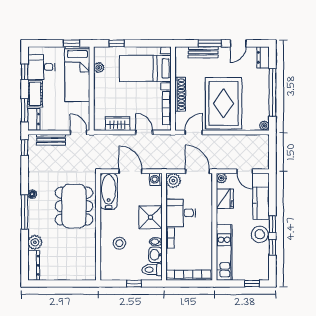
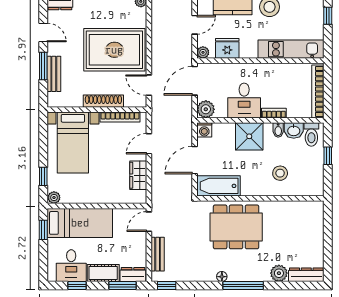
plant: (99, 68) -> (54, 198), moved

